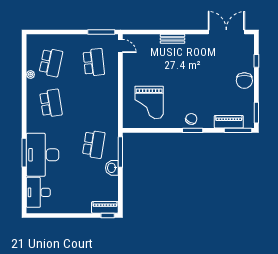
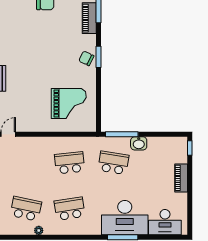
school desk: (94, 62) -> (70, 163), moved
piano: (105, 207) -> (181, 178), moved

